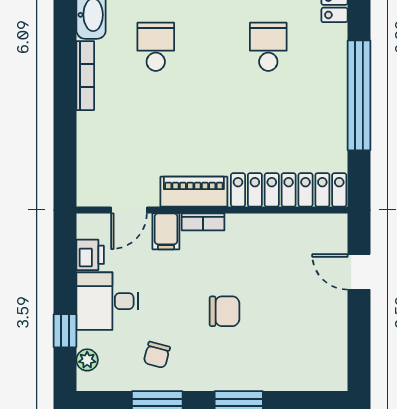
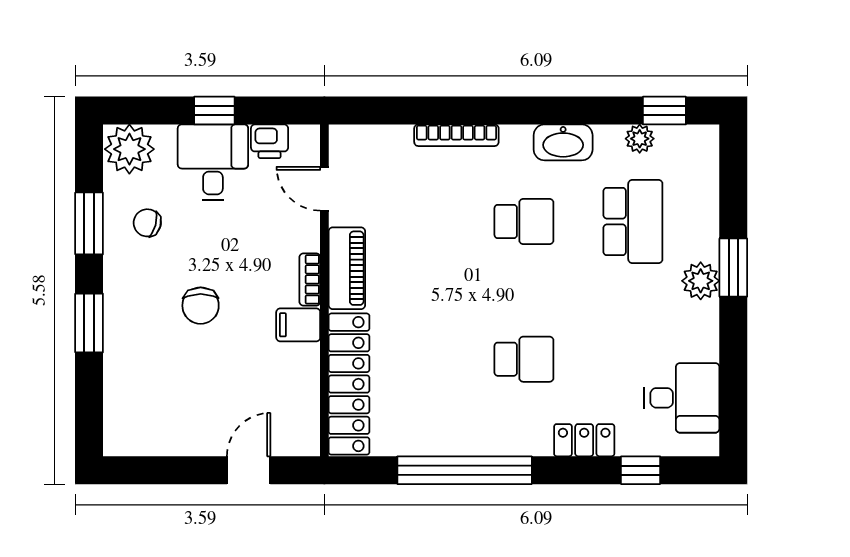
bookcase: (85, 76) -> (456, 135), moved
filing cabinet: (166, 231) -> (298, 325), moved
window: (65, 331) -> (214, 111), moved
plant: (87, 360) -> (129, 149), width x1.88, depth x1.88

